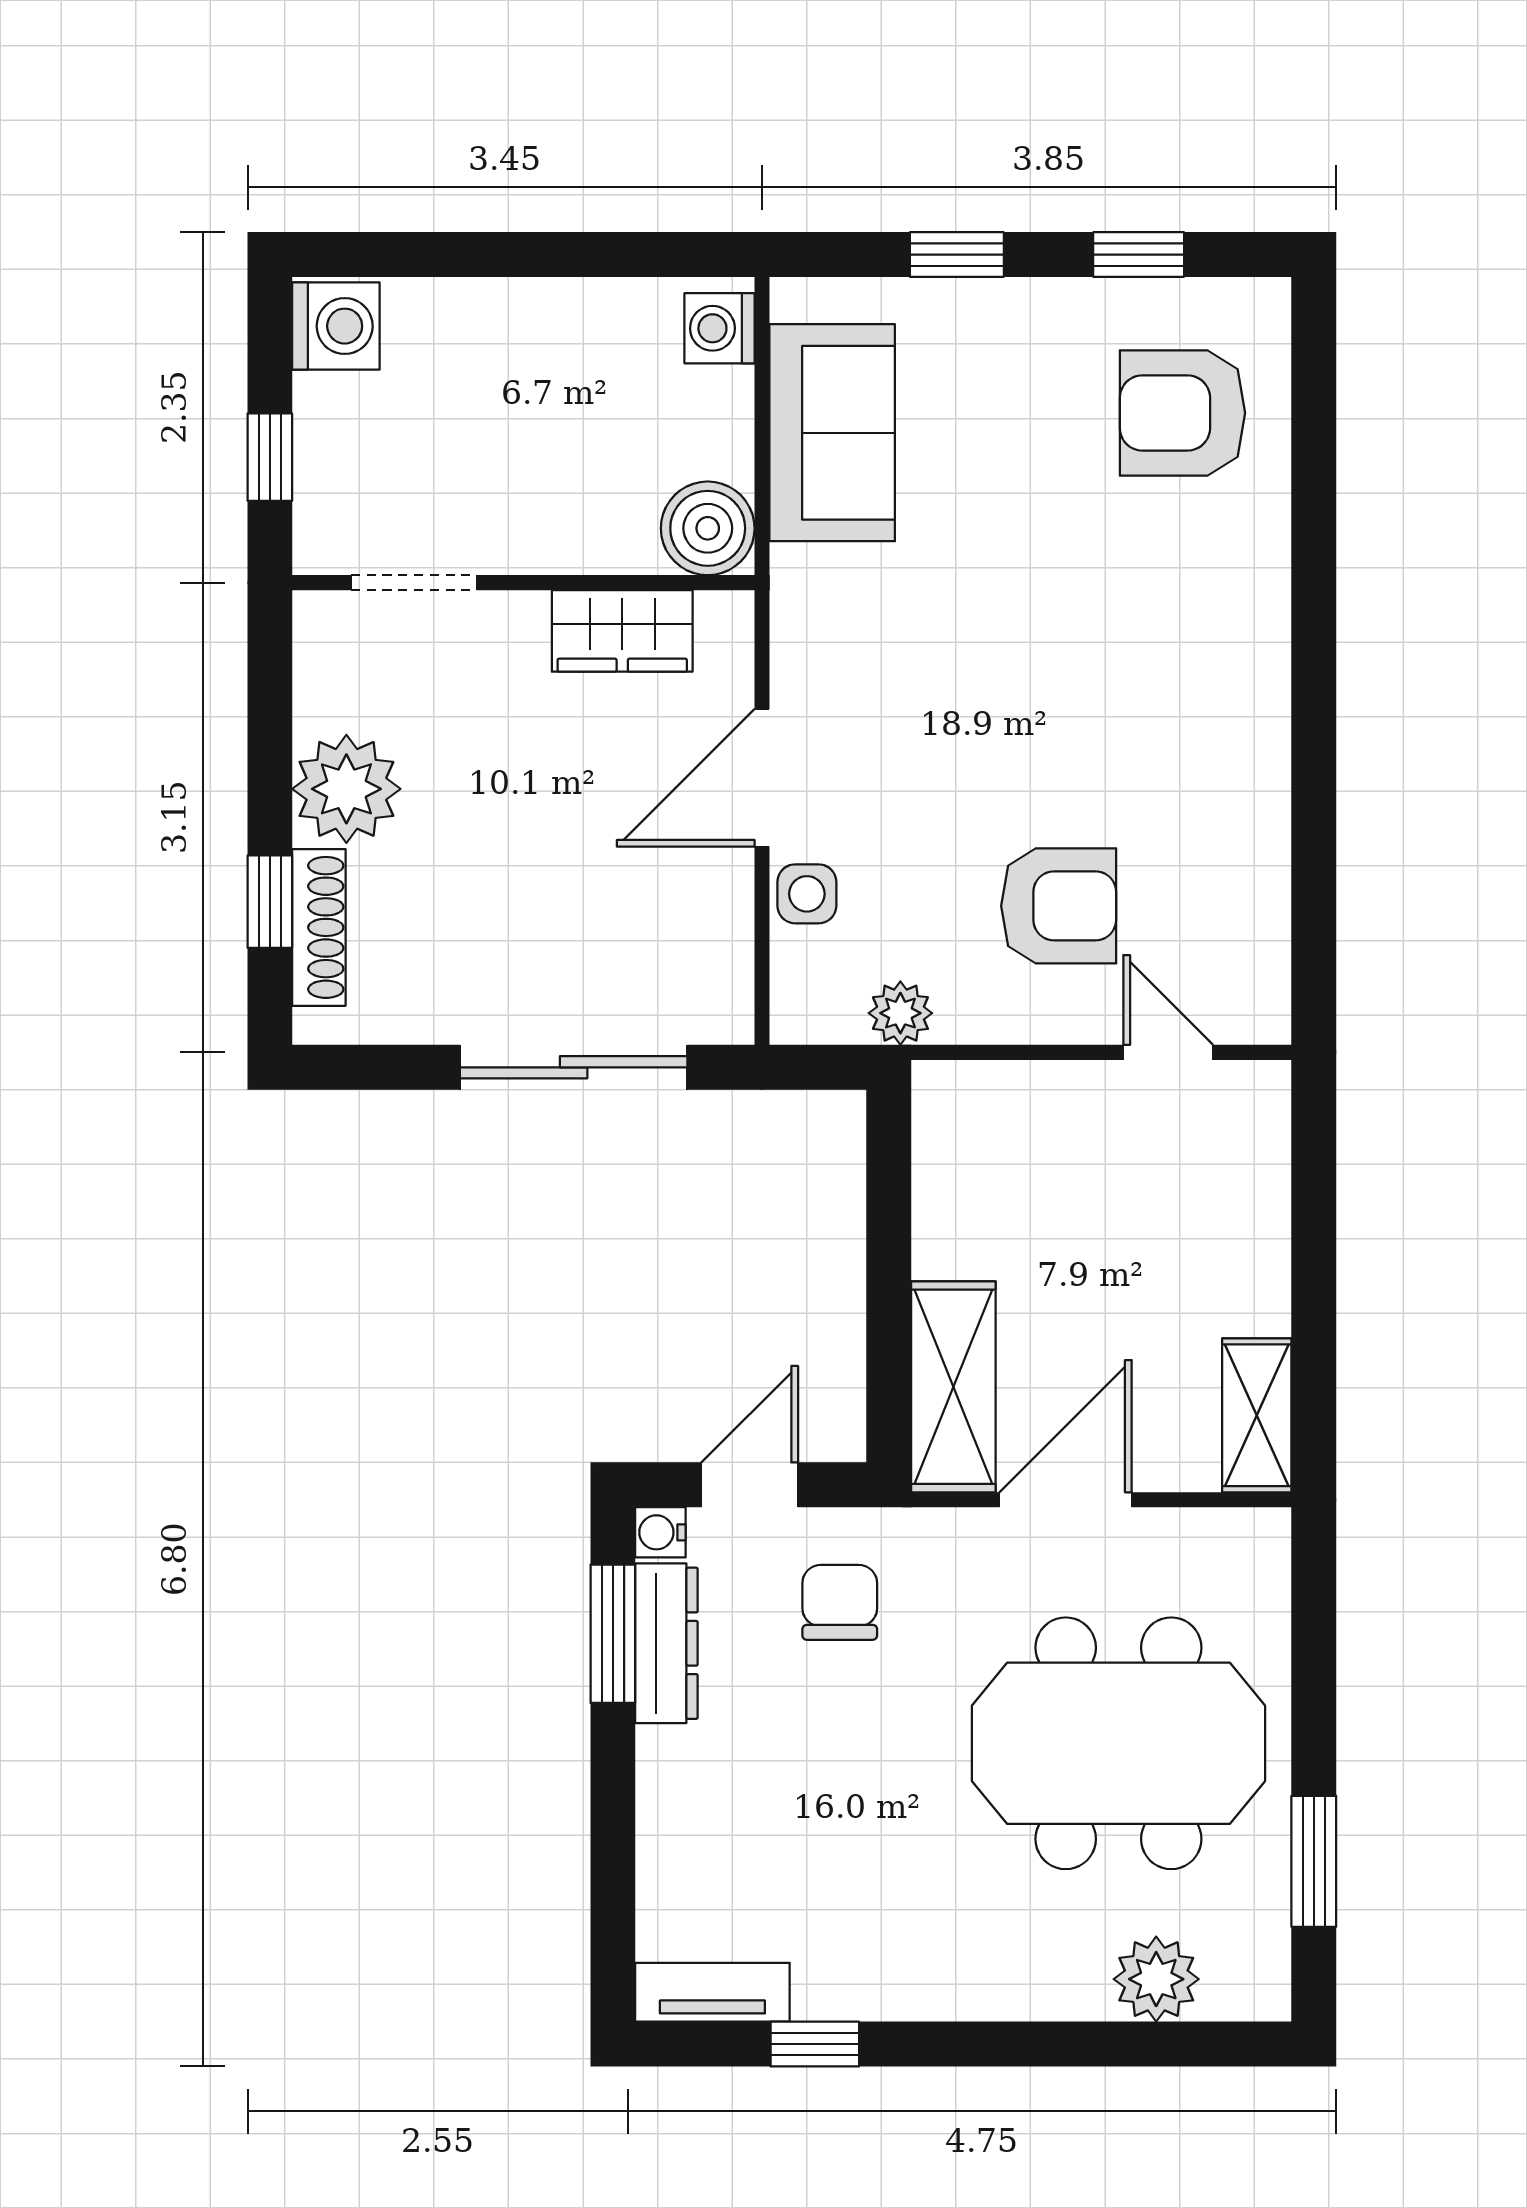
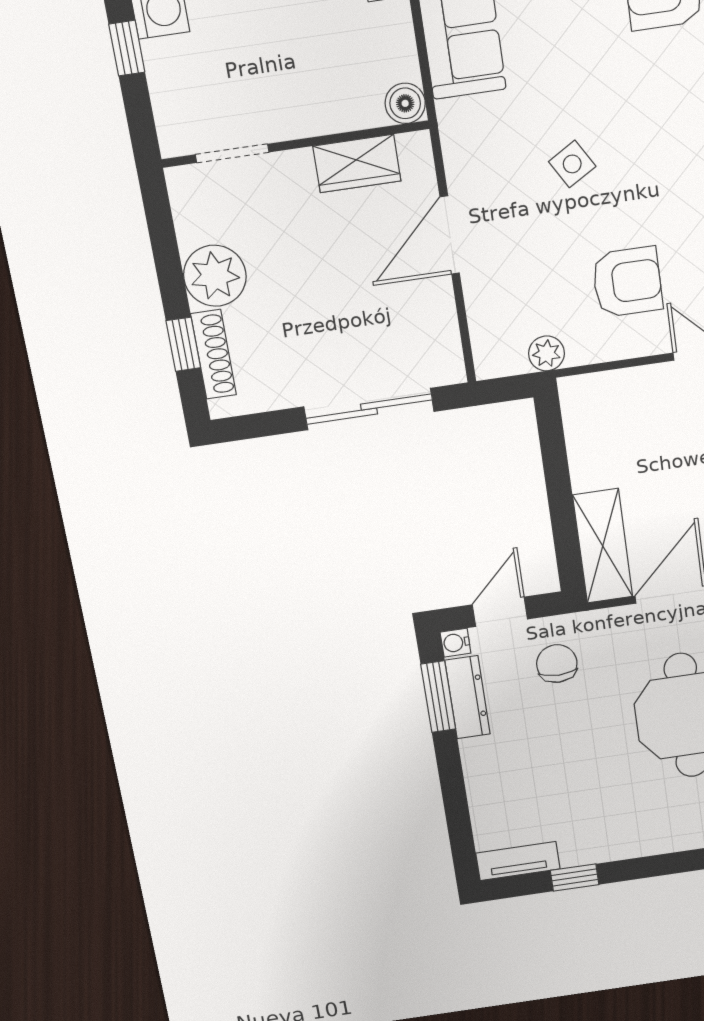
window: (270, 457) -> (127, 48), moved
boiler: (708, 528) -> (405, 103), width x0.73, depth x0.73
side table: (807, 894) -> (572, 164), moved, turned -31

